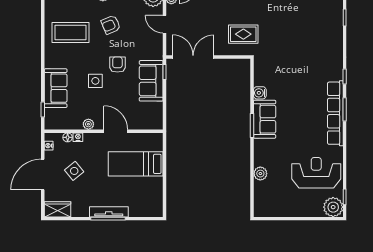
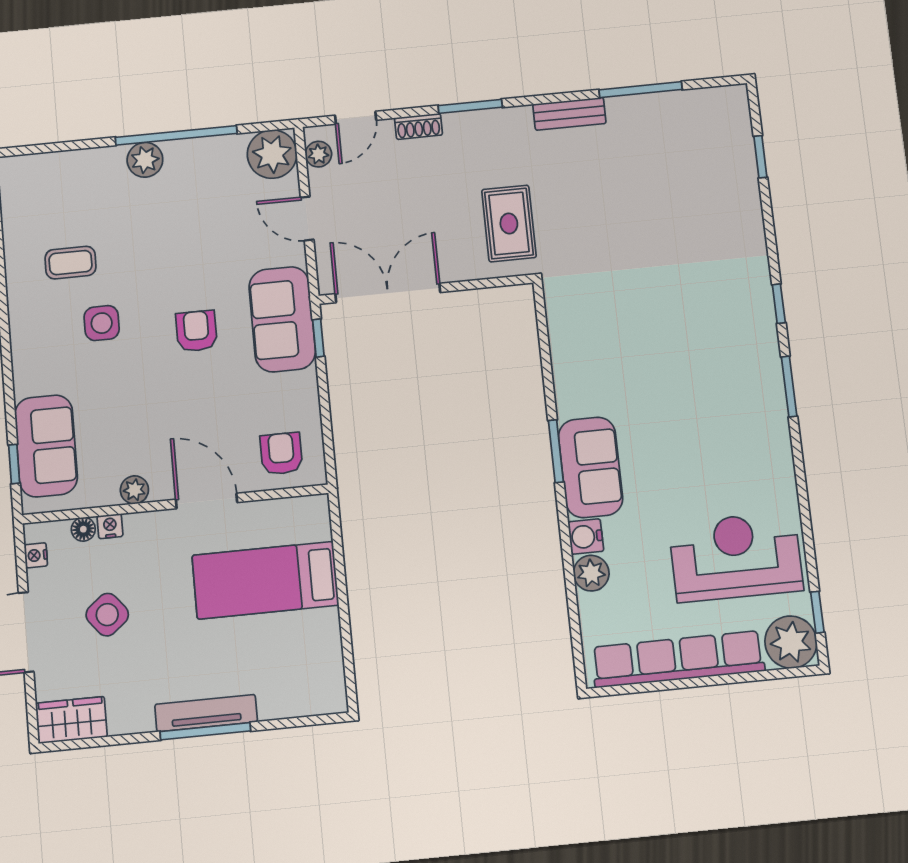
armchair: (111, 25) -> (281, 454), moved, turned 113
coffee table: (71, 33) -> (71, 263), width x0.54, depth x0.58
rug: (243, 34) -> (509, 223), turned 90
side table: (95, 81) -> (102, 323), moved
sofa: (151, 81) -> (282, 319), moved
sofa: (56, 88) -> (46, 446), moved
water cooler: (260, 93) -> (586, 537), moved
row of seats: (335, 113) -> (678, 659), moved, turned 90
sofa: (265, 119) -> (591, 467), moved

